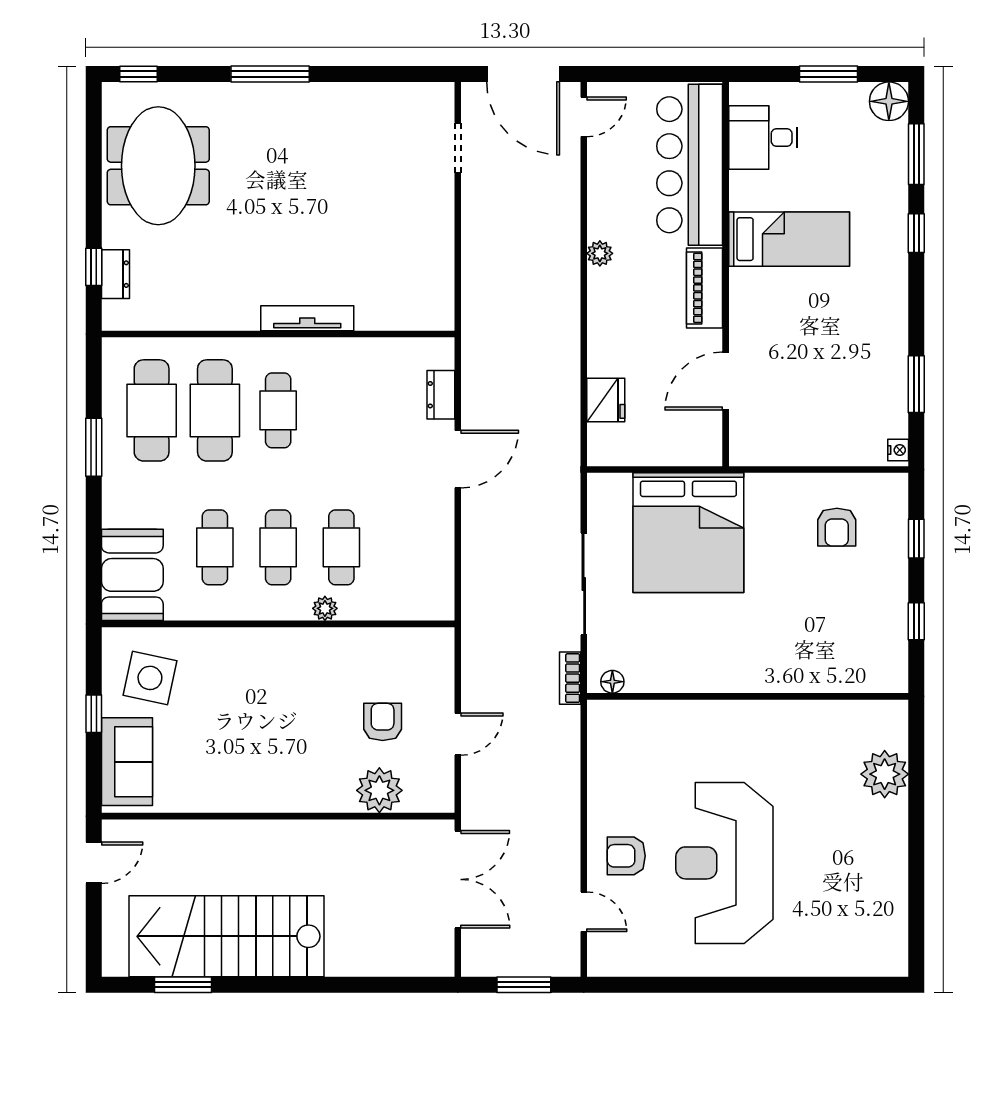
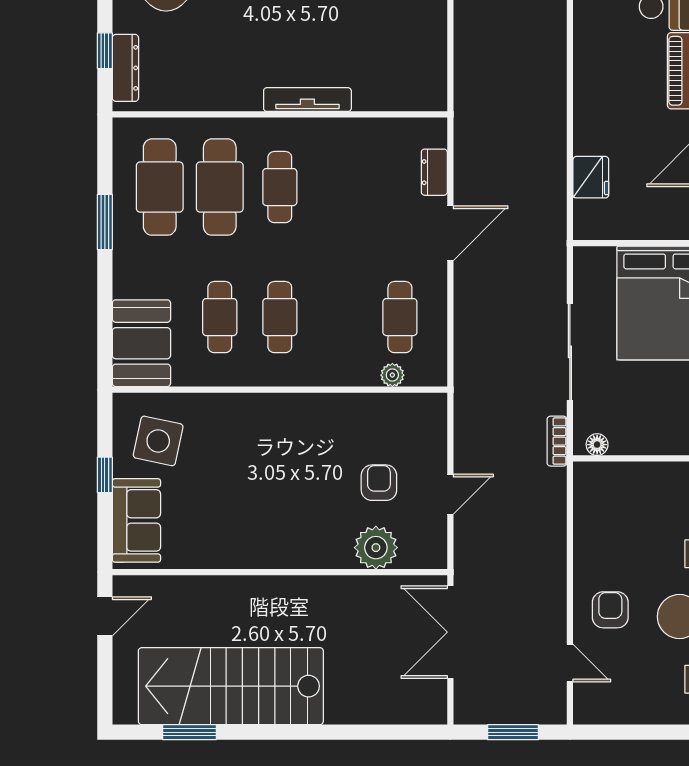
plant: (600, 253) -> (585, 38), removed
dresser: (115, 274) -> (125, 68), width x1.44
cafe table: (341, 547) -> (400, 317), moved
plant: (325, 608) -> (392, 375), moved
armchair: (626, 856) -> (610, 610), turned 90
double door: (458, 879) -> (450, 632), swing flipped

